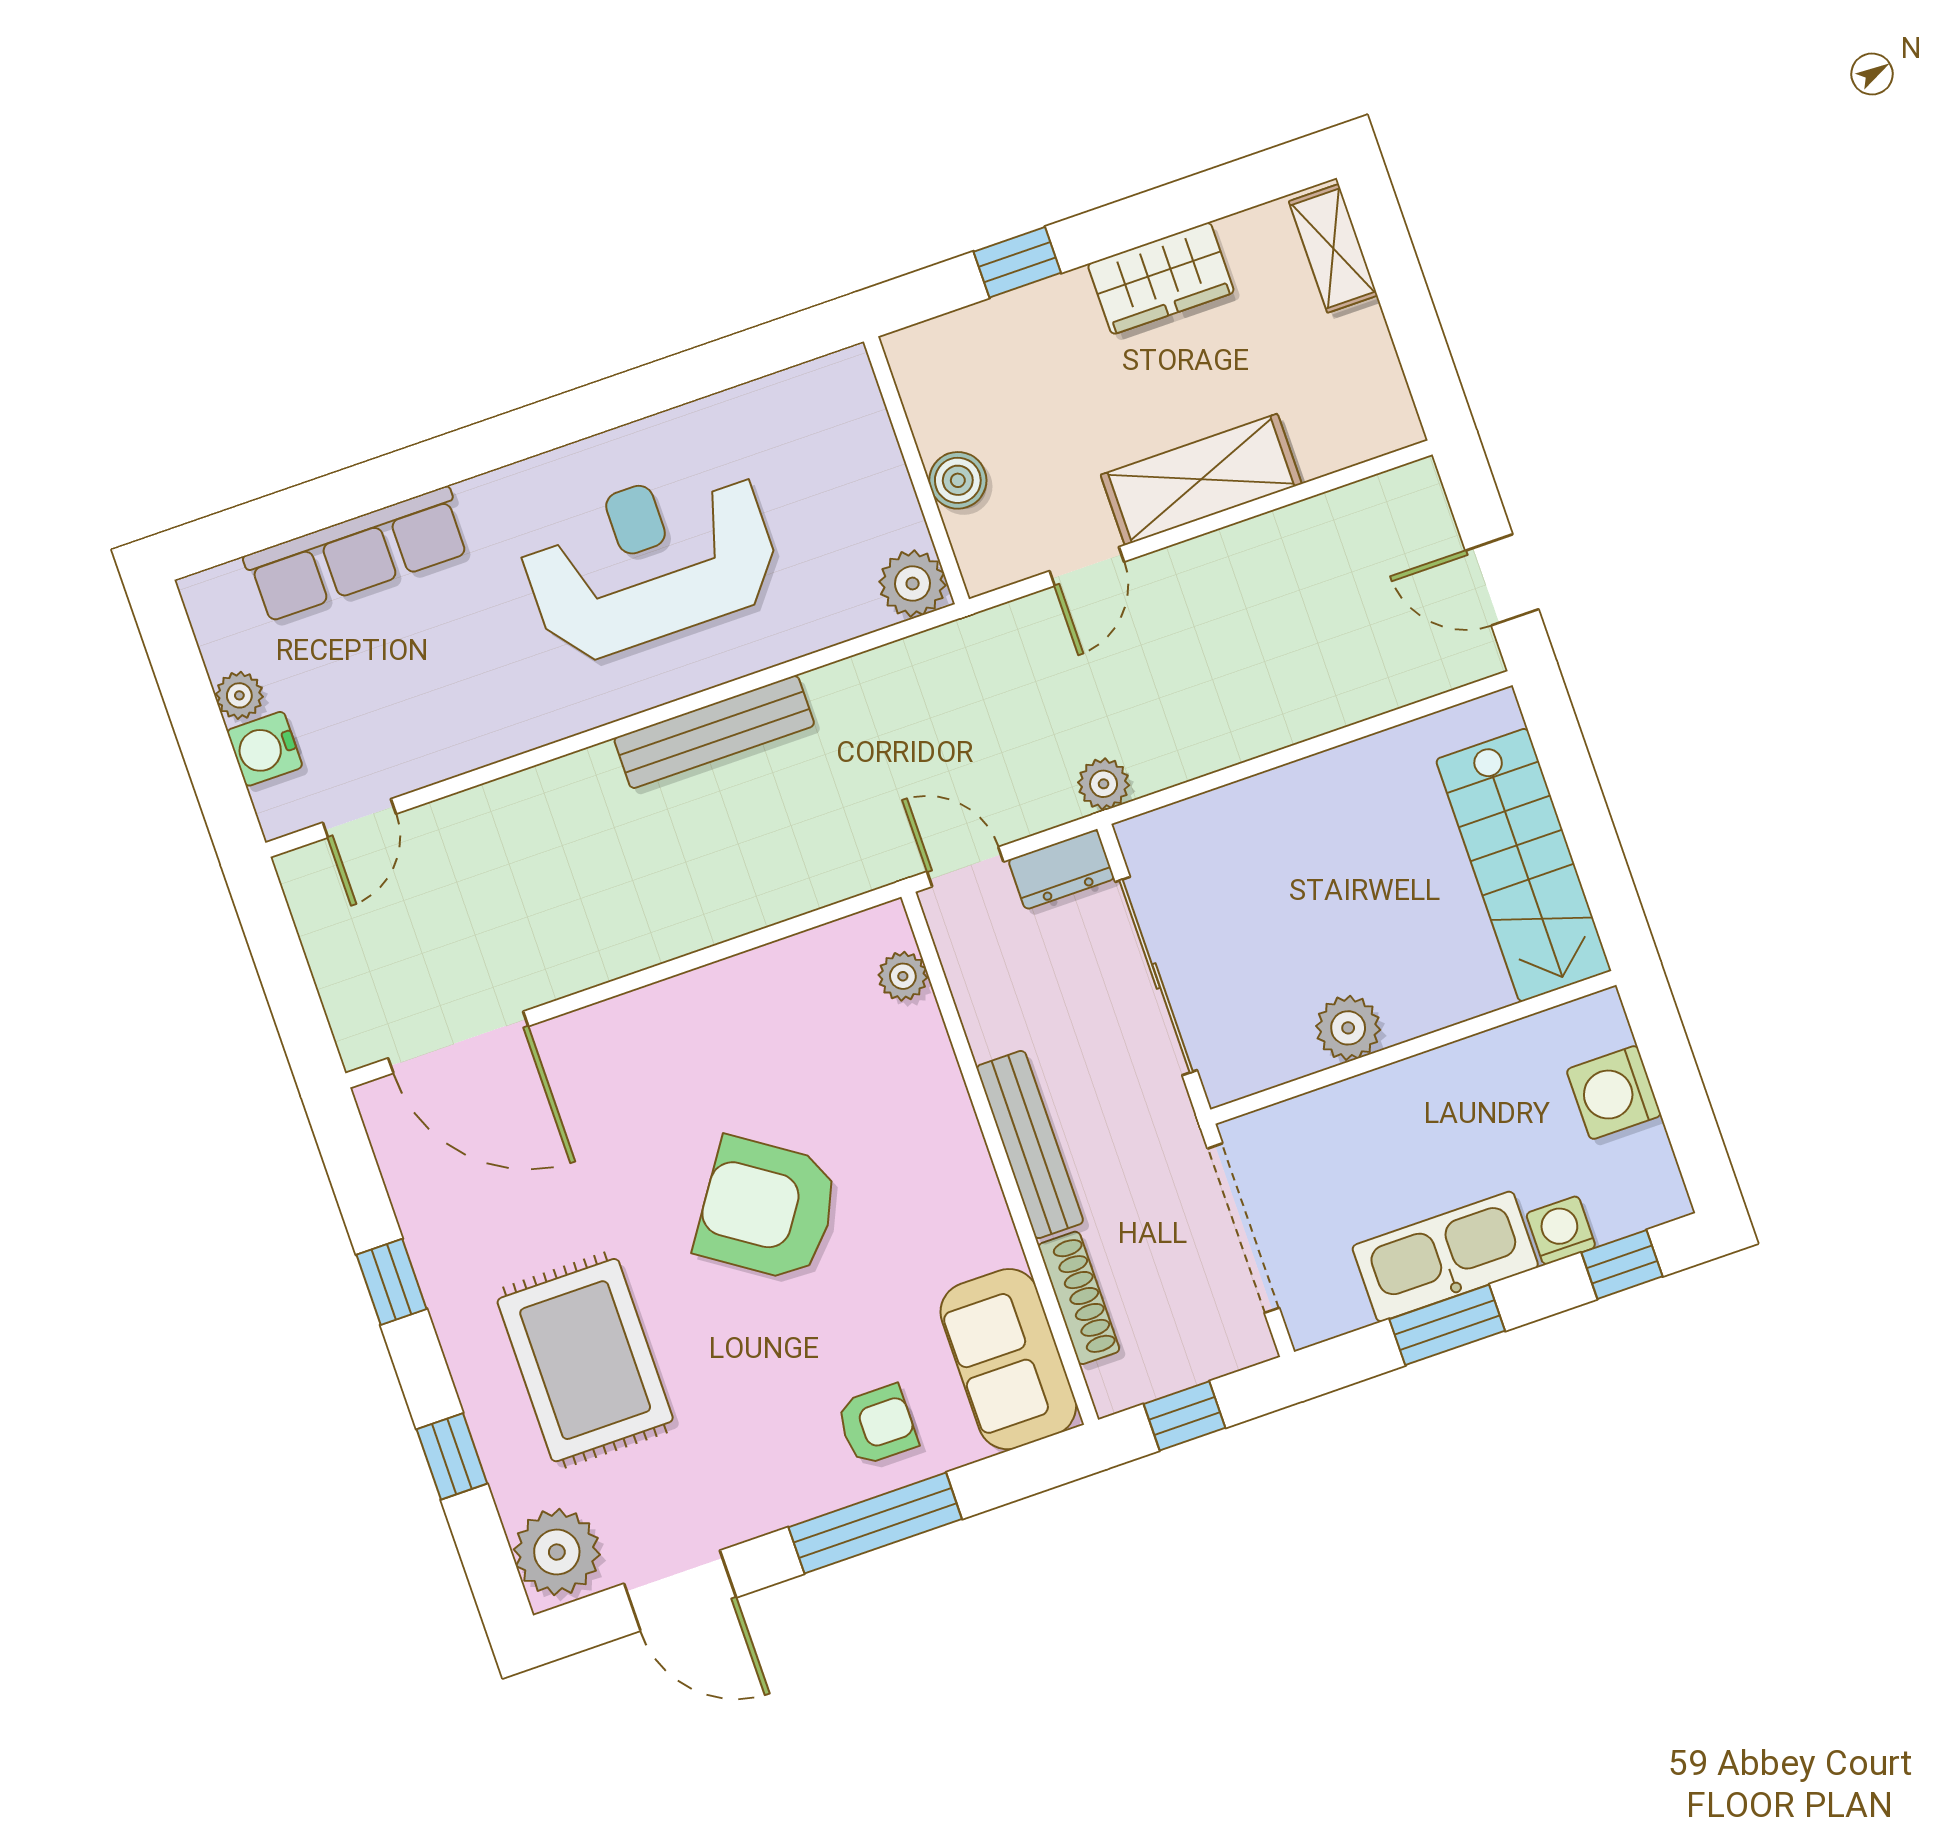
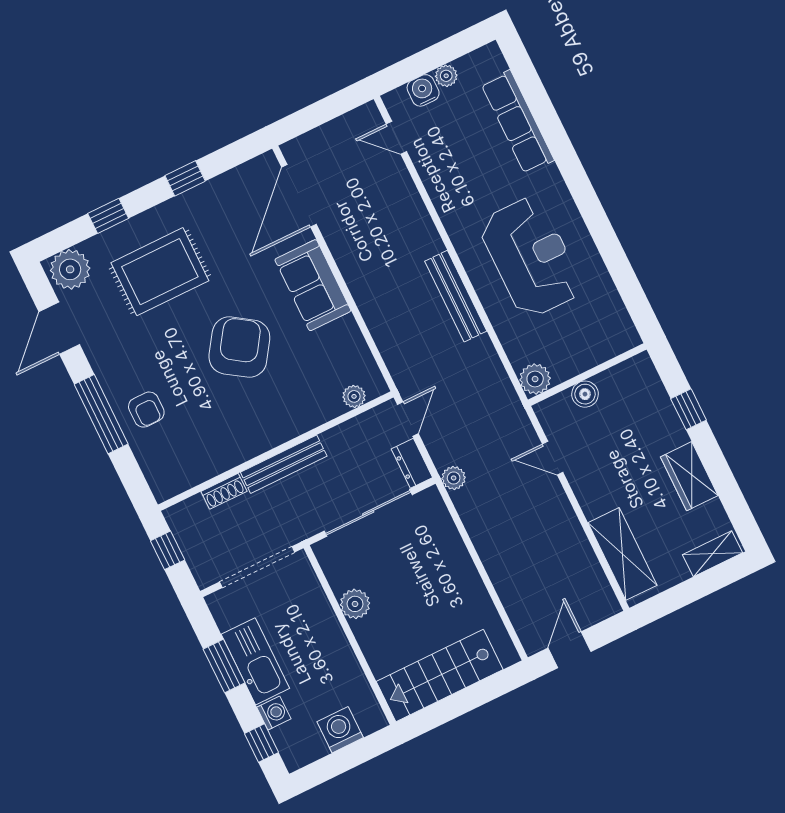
shelving: (1201, 479) -> (622, 554), moved
shoe rack: (1079, 1298) -> (224, 491), width x0.70
sofa: (1008, 1359) -> (313, 285), moved, turned -90

